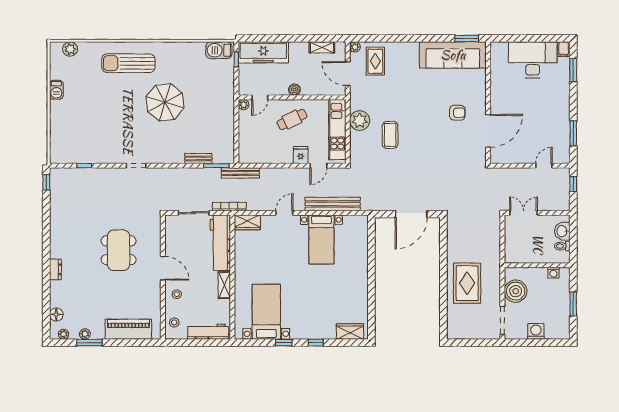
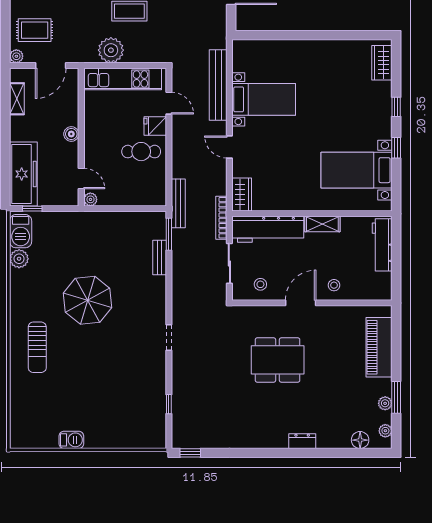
plant: (70, 49) -> (19, 259), moved
sun lounger: (128, 63) -> (37, 347), width x0.73, depth x0.75
cafe table: (292, 119) -> (141, 152), moved, turned -64
stool: (174, 322) -> (260, 284), moved

